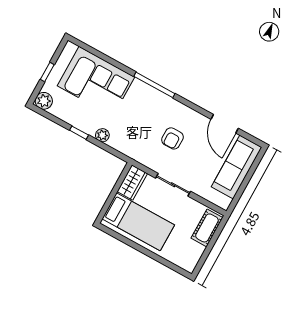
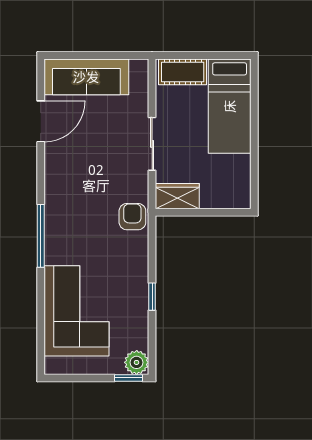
window: (47, 72) -> (129, 378), moved
plant: (102, 135) -> (139, 266), removed
armchair: (172, 138) -> (132, 217), moved, turned -90
bed: (138, 222) -> (230, 106), moved, turned 180

